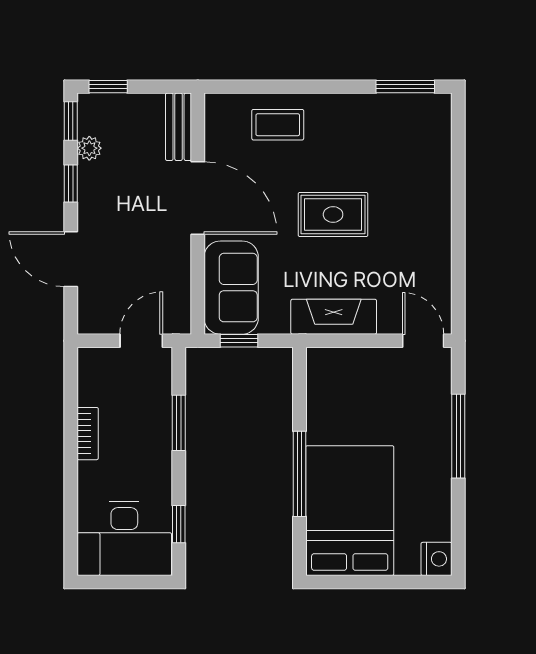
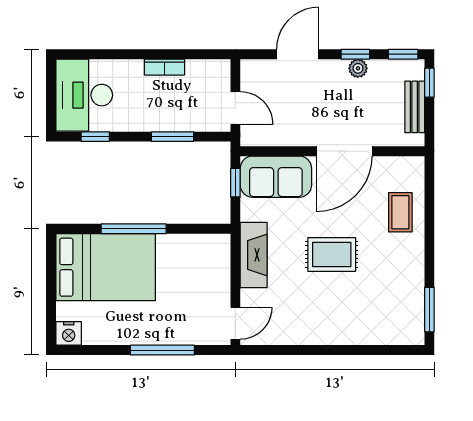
bench: (179, 127) -> (415, 107), moved, turned 90
plant: (89, 148) -> (358, 68), moved
rug: (333, 215) -> (332, 254), turned 90

